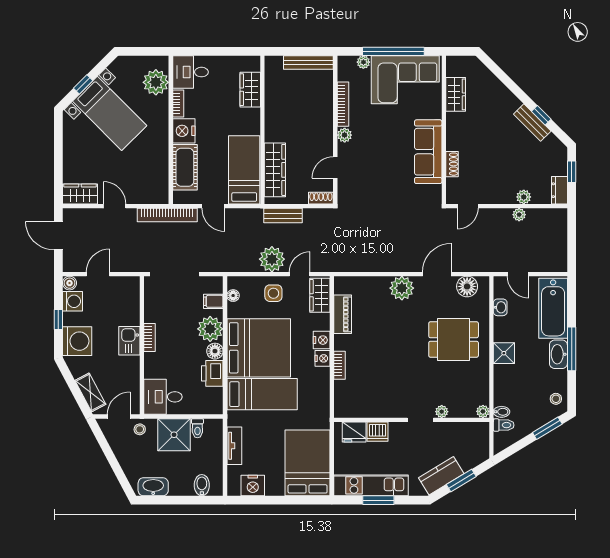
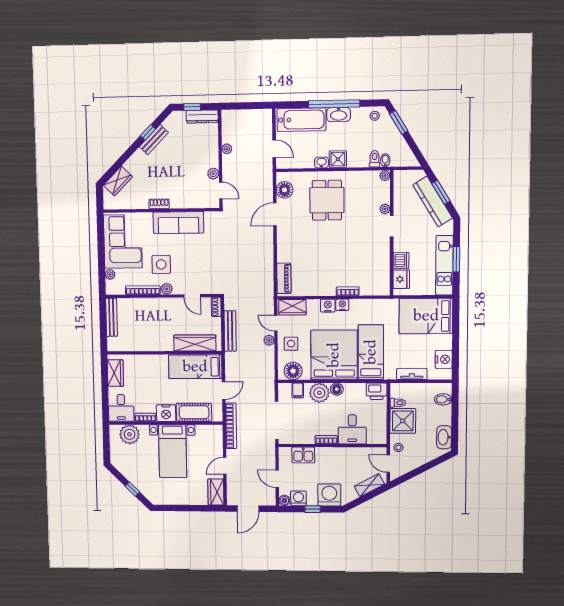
window: (393, 51) -> (101, 251), removed
wardrobe: (250, 90) -> (115, 373), moved, turned -90
wardrobe: (456, 94) -> (118, 181), moved, turned 135
bed with nightstands: (110, 113) -> (173, 451), moved, turned 135
side table: (376, 129) -> (161, 264), added
shoe rack: (452, 164) -> (159, 204), moved
dresser: (559, 190) -> (202, 117), width x1.44
plant: (524, 197) -> (213, 174), moved
bench: (283, 216) -> (230, 331), width x1.36
plant: (272, 259) -> (269, 340), width x0.53, depth x0.53
door: (437, 274) -> (275, 214), hinge flipped
door: (518, 274) -> (274, 149), hinge flipped
plant: (402, 288) -> (286, 242), removed
floor lamp: (233, 296) -> (293, 371), width x1.89, depth x1.89
washbasin: (500, 307) -> (321, 163), moved
piano: (343, 314) -> (284, 278), moved, turned 90
kitchen sink: (129, 341) -> (303, 455), moved
window: (572, 349) -> (334, 104), width x1.46
printer: (212, 373) -> (377, 391), moved
desk: (163, 397) -> (352, 429), moved
toilet: (504, 425) -> (375, 159), moved
kitchen counter: (441, 476) -> (433, 202), width x1.50

